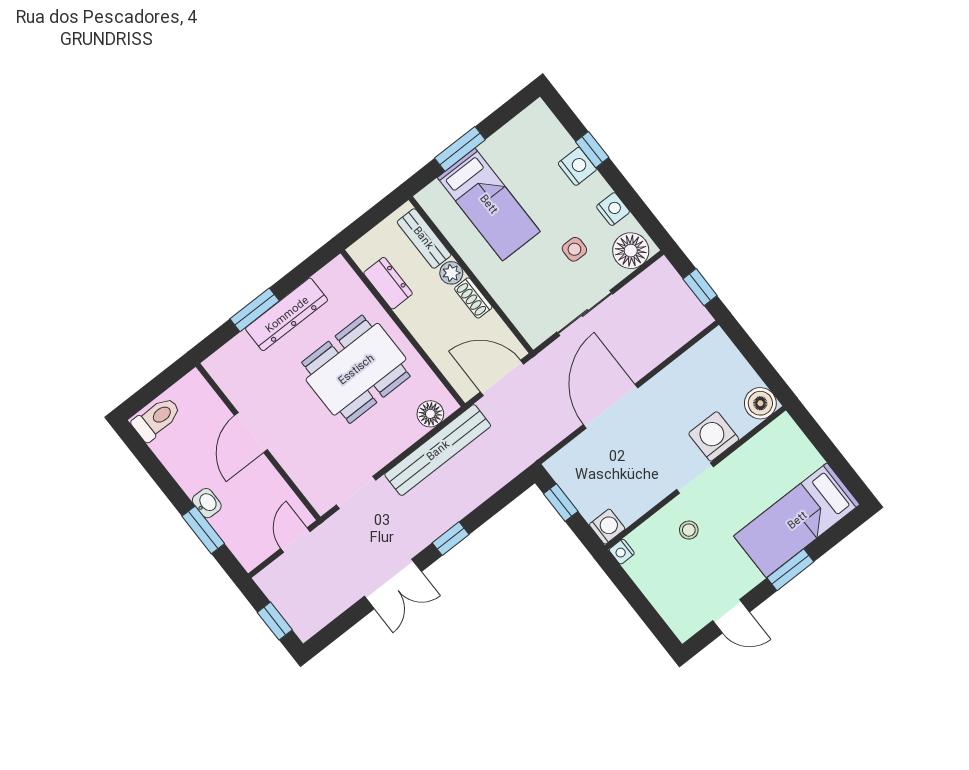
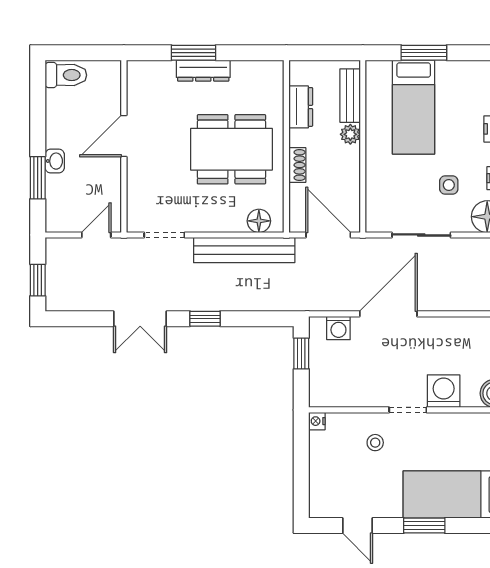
shoe rack: (473, 298) -> (297, 165), moved, turned 180
dresser: (287, 314) -> (203, 71), width x0.73, depth x0.80
washing machine: (607, 527) -> (338, 328), moved, turned 90

